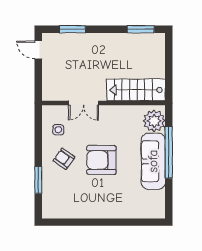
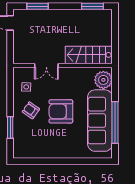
window: (169, 152) -> (115, 122), moved
sofa: (153, 161) -> (100, 121), width x1.36, depth x1.27

